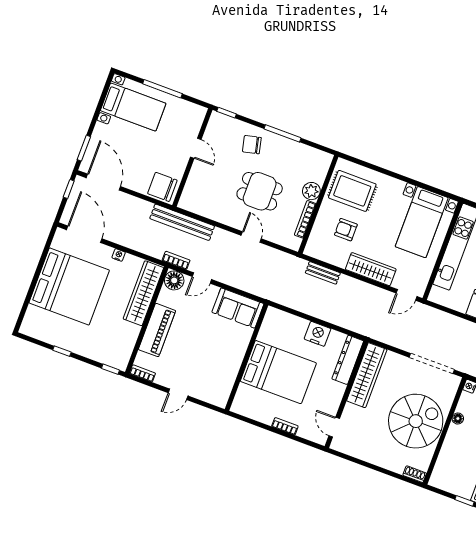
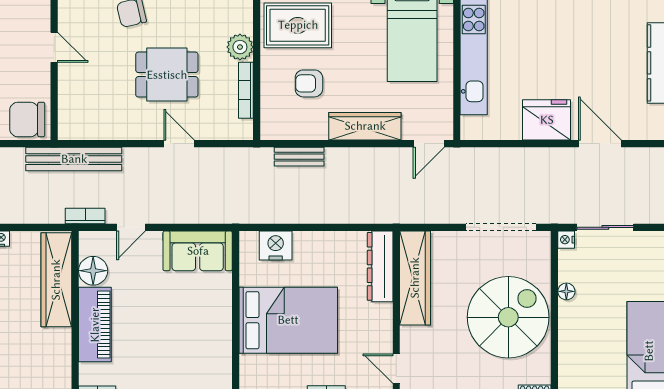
floor lamp: (174, 280) -> (93, 271), moved
nightstand: (318, 334) -> (276, 245), moved

